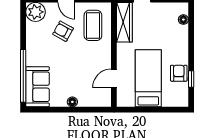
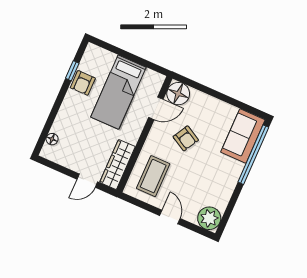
armchair: (63, 31) -> (186, 138), moved
floor lamp: (72, 102) -> (178, 94), moved, width x1.89, depth x1.89

